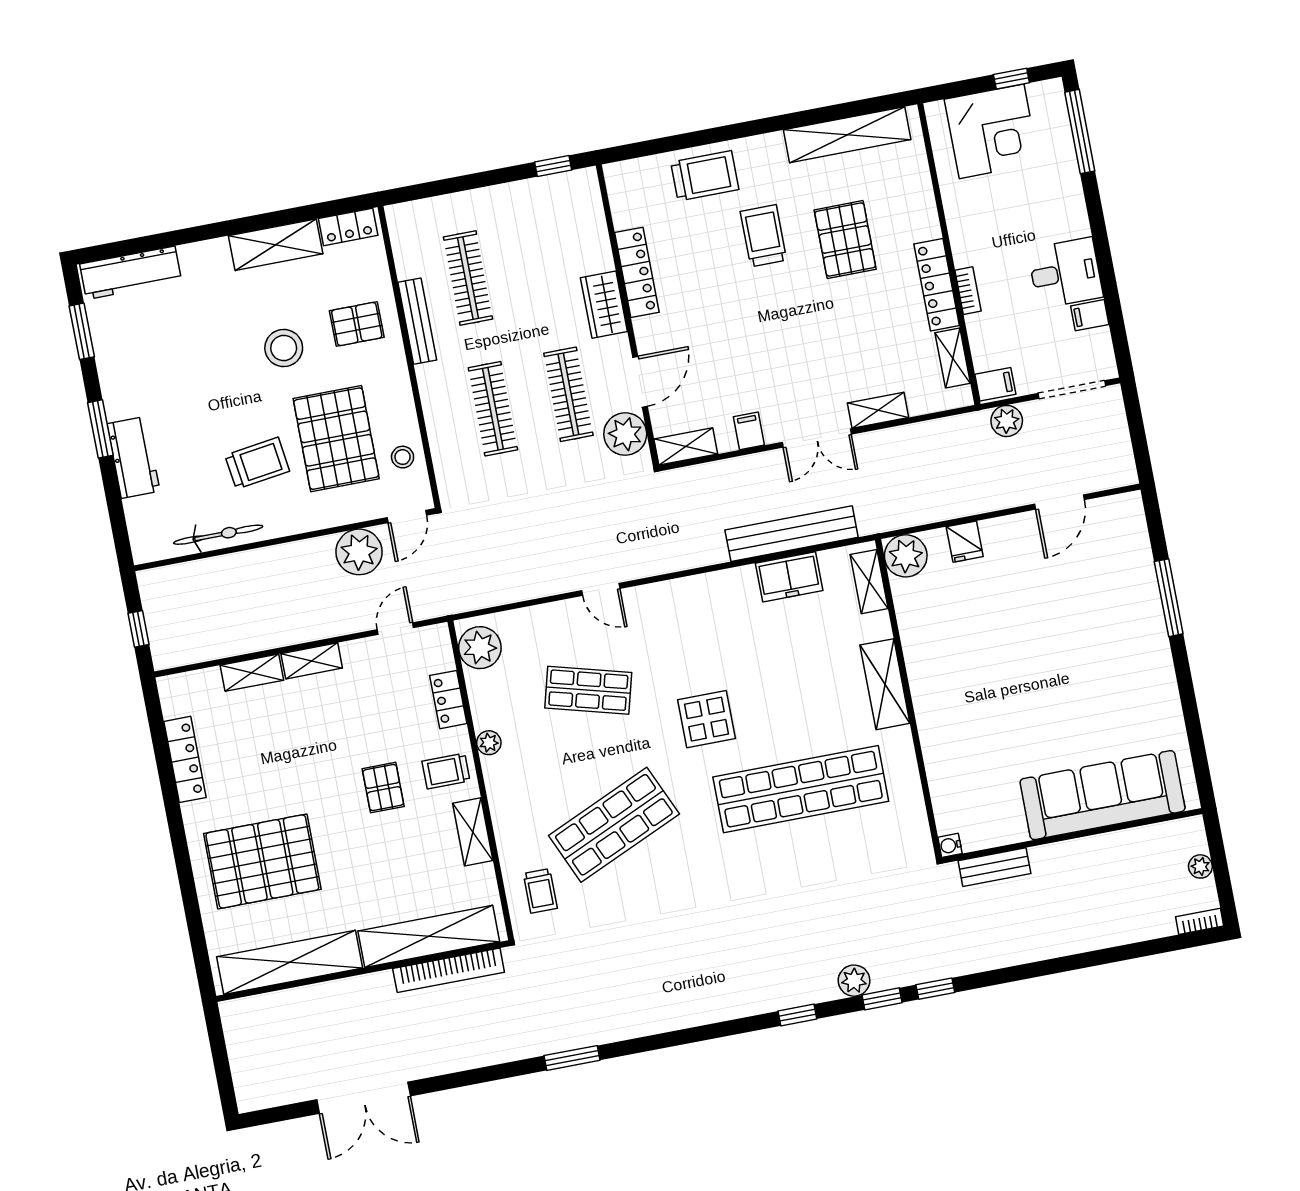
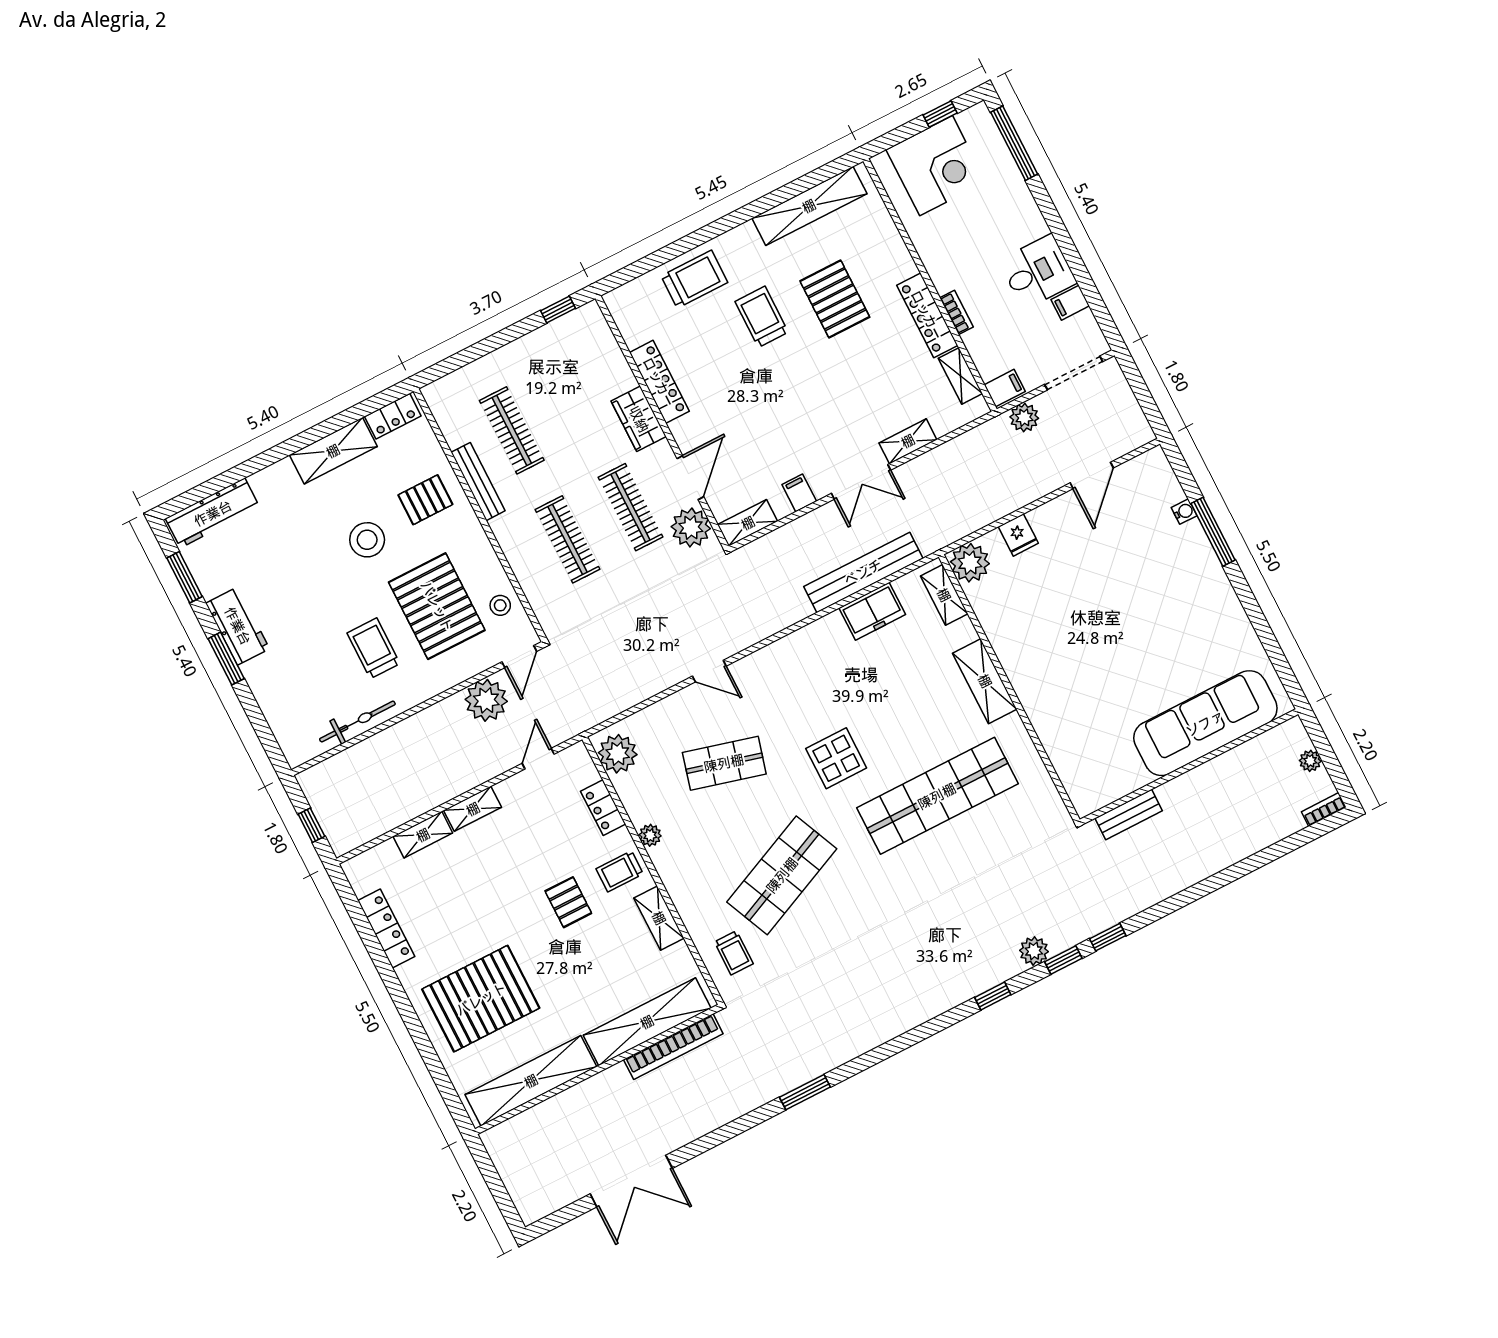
workbench: (133, 457) -> (238, 626), moved
trolley: (257, 463) -> (374, 648), turned -82
water cooler: (950, 845) -> (1184, 512), moved, turned 180

